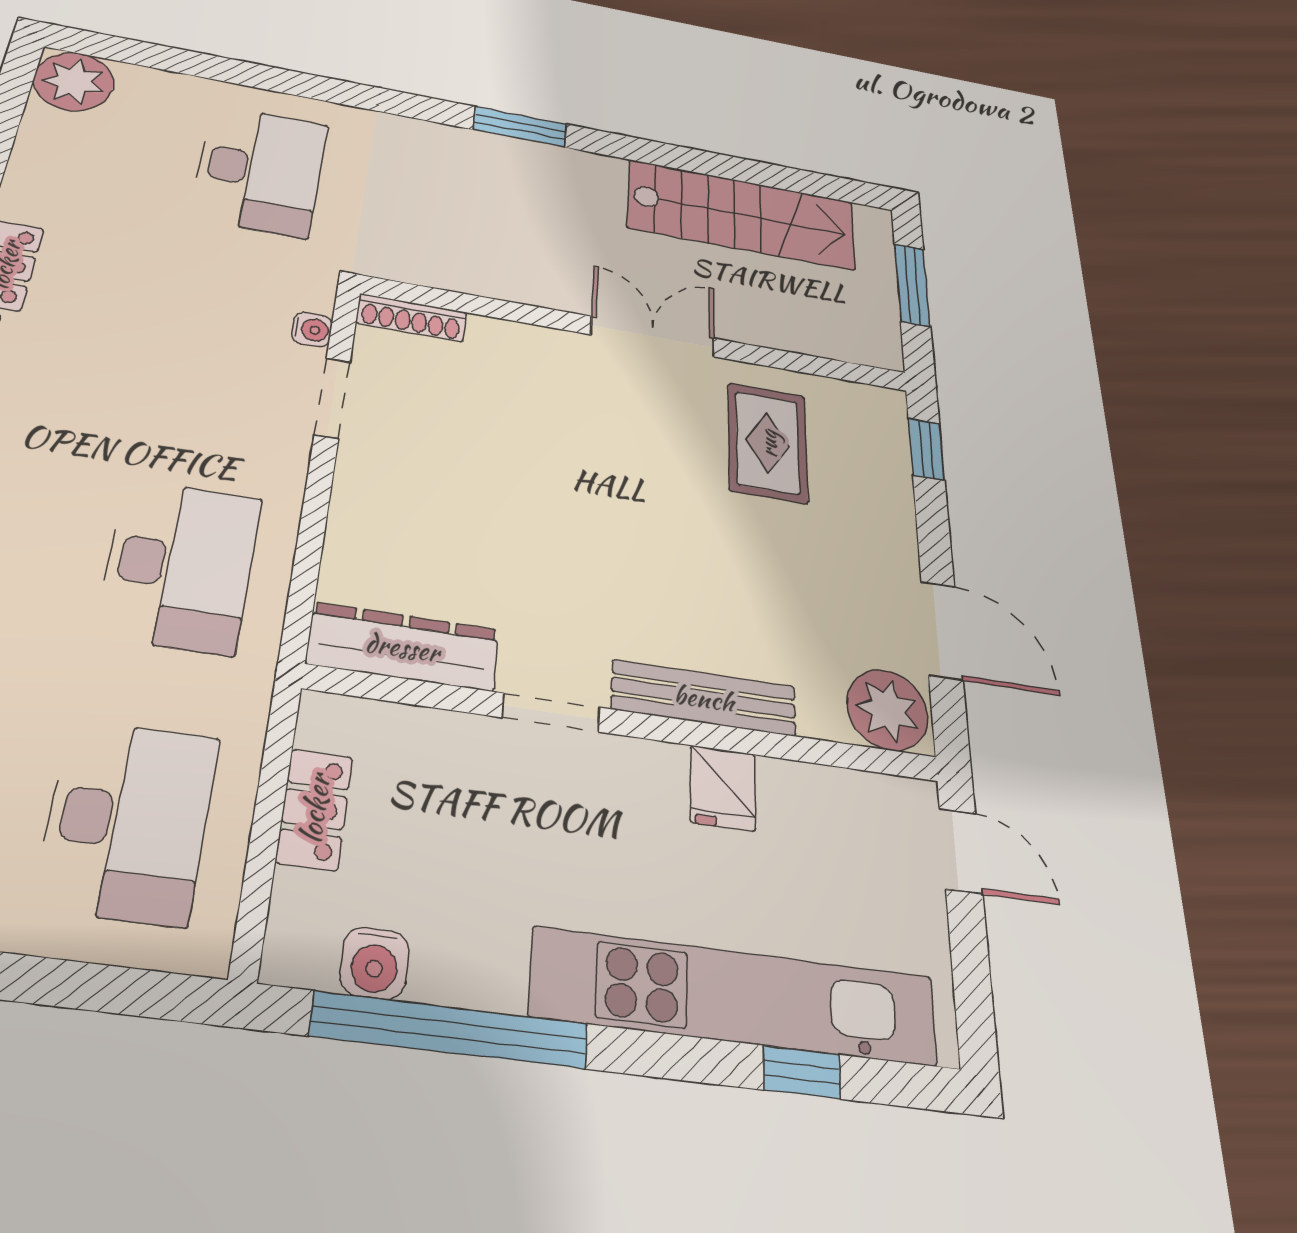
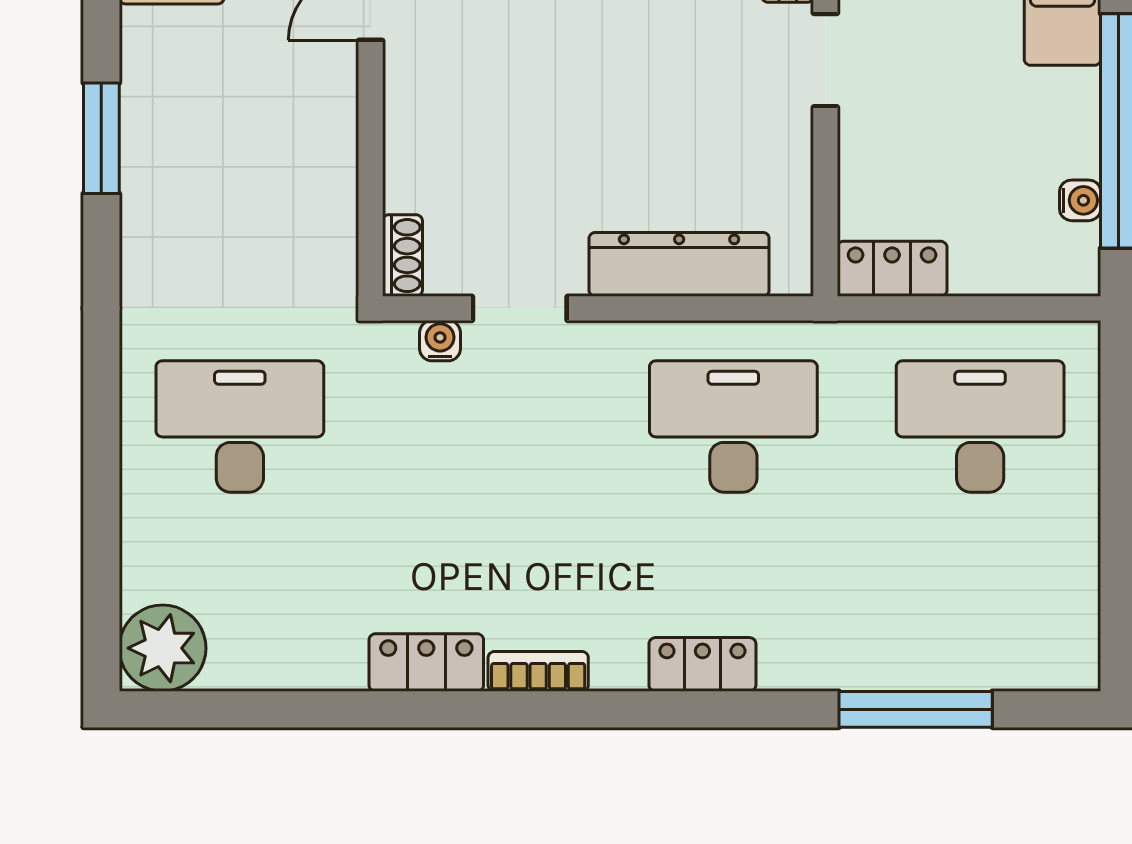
shoe rack: (411, 318) -> (402, 256), width x0.70
dresser: (403, 647) -> (679, 264), moved, turned 90
locker: (314, 809) -> (892, 269), moved
water cooler: (375, 963) -> (1080, 200), width x0.72, depth x0.72

